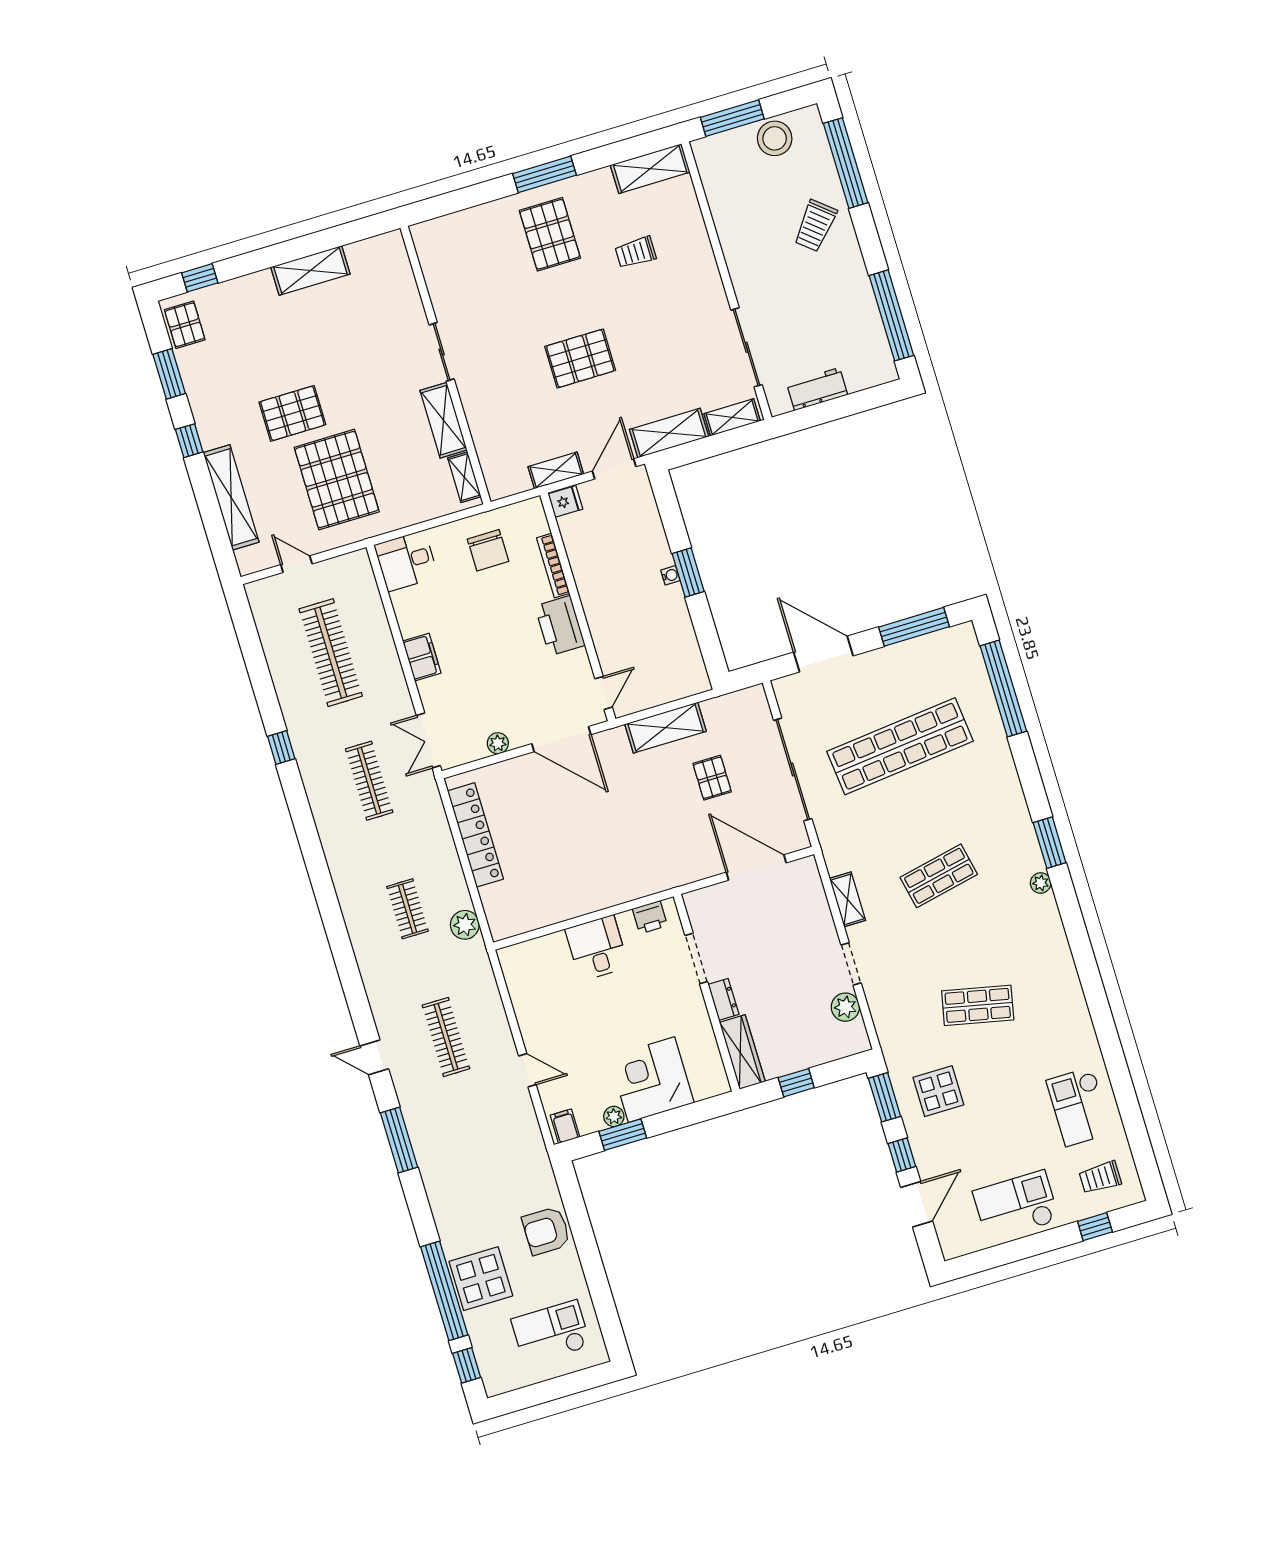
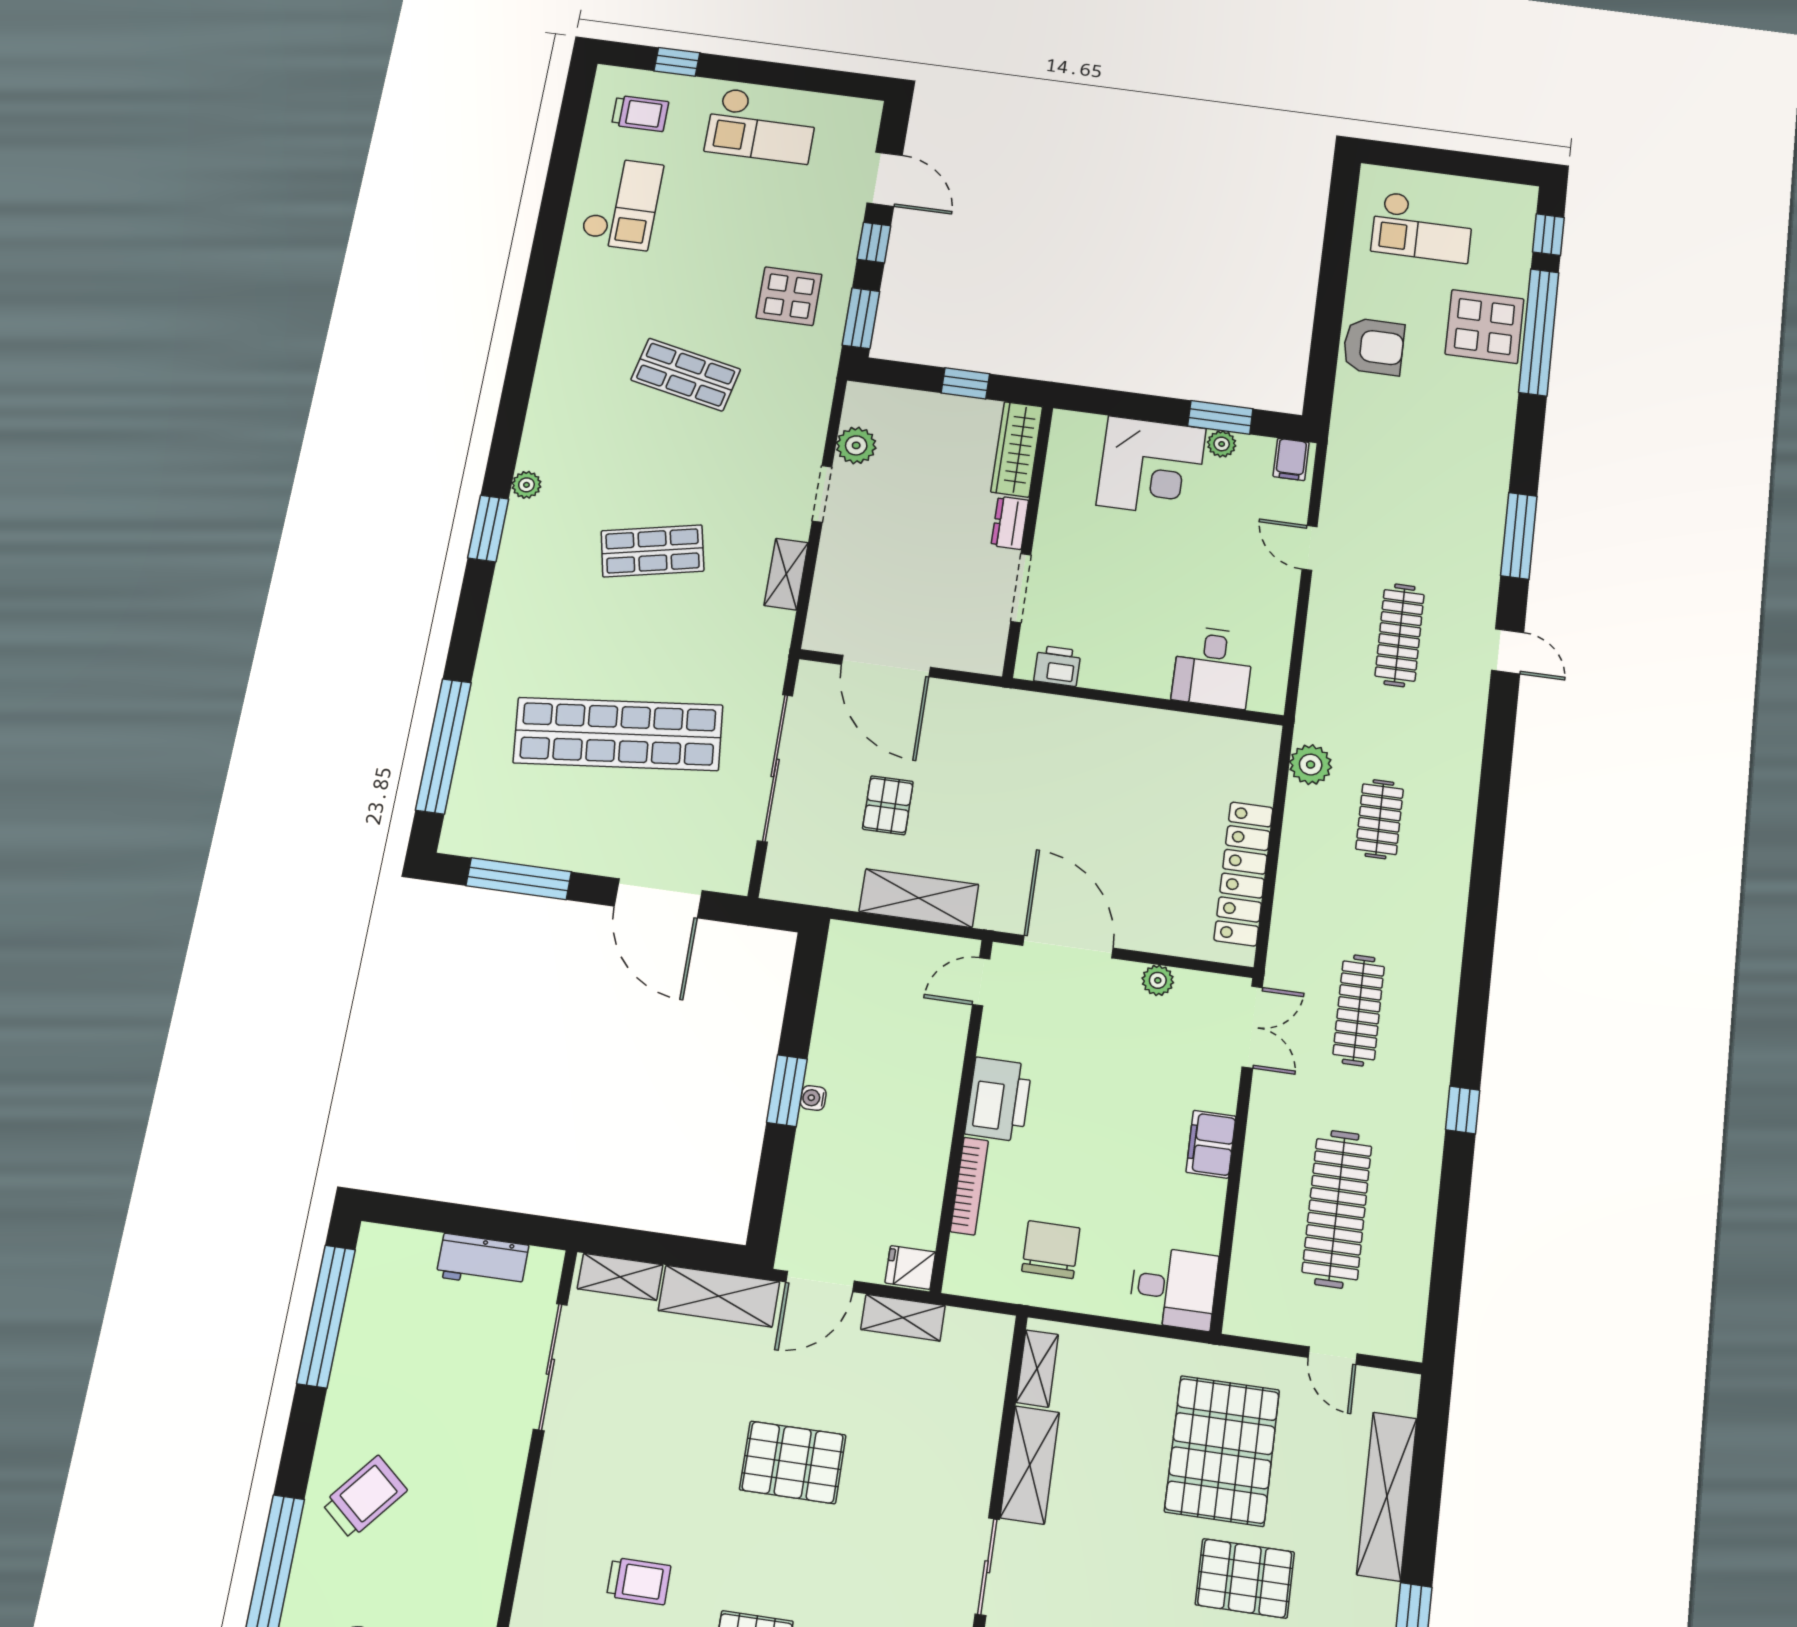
desk: (597, 948) -> (1213, 667), moved
door: (917, 1204) -> (885, 179), swing flipped

